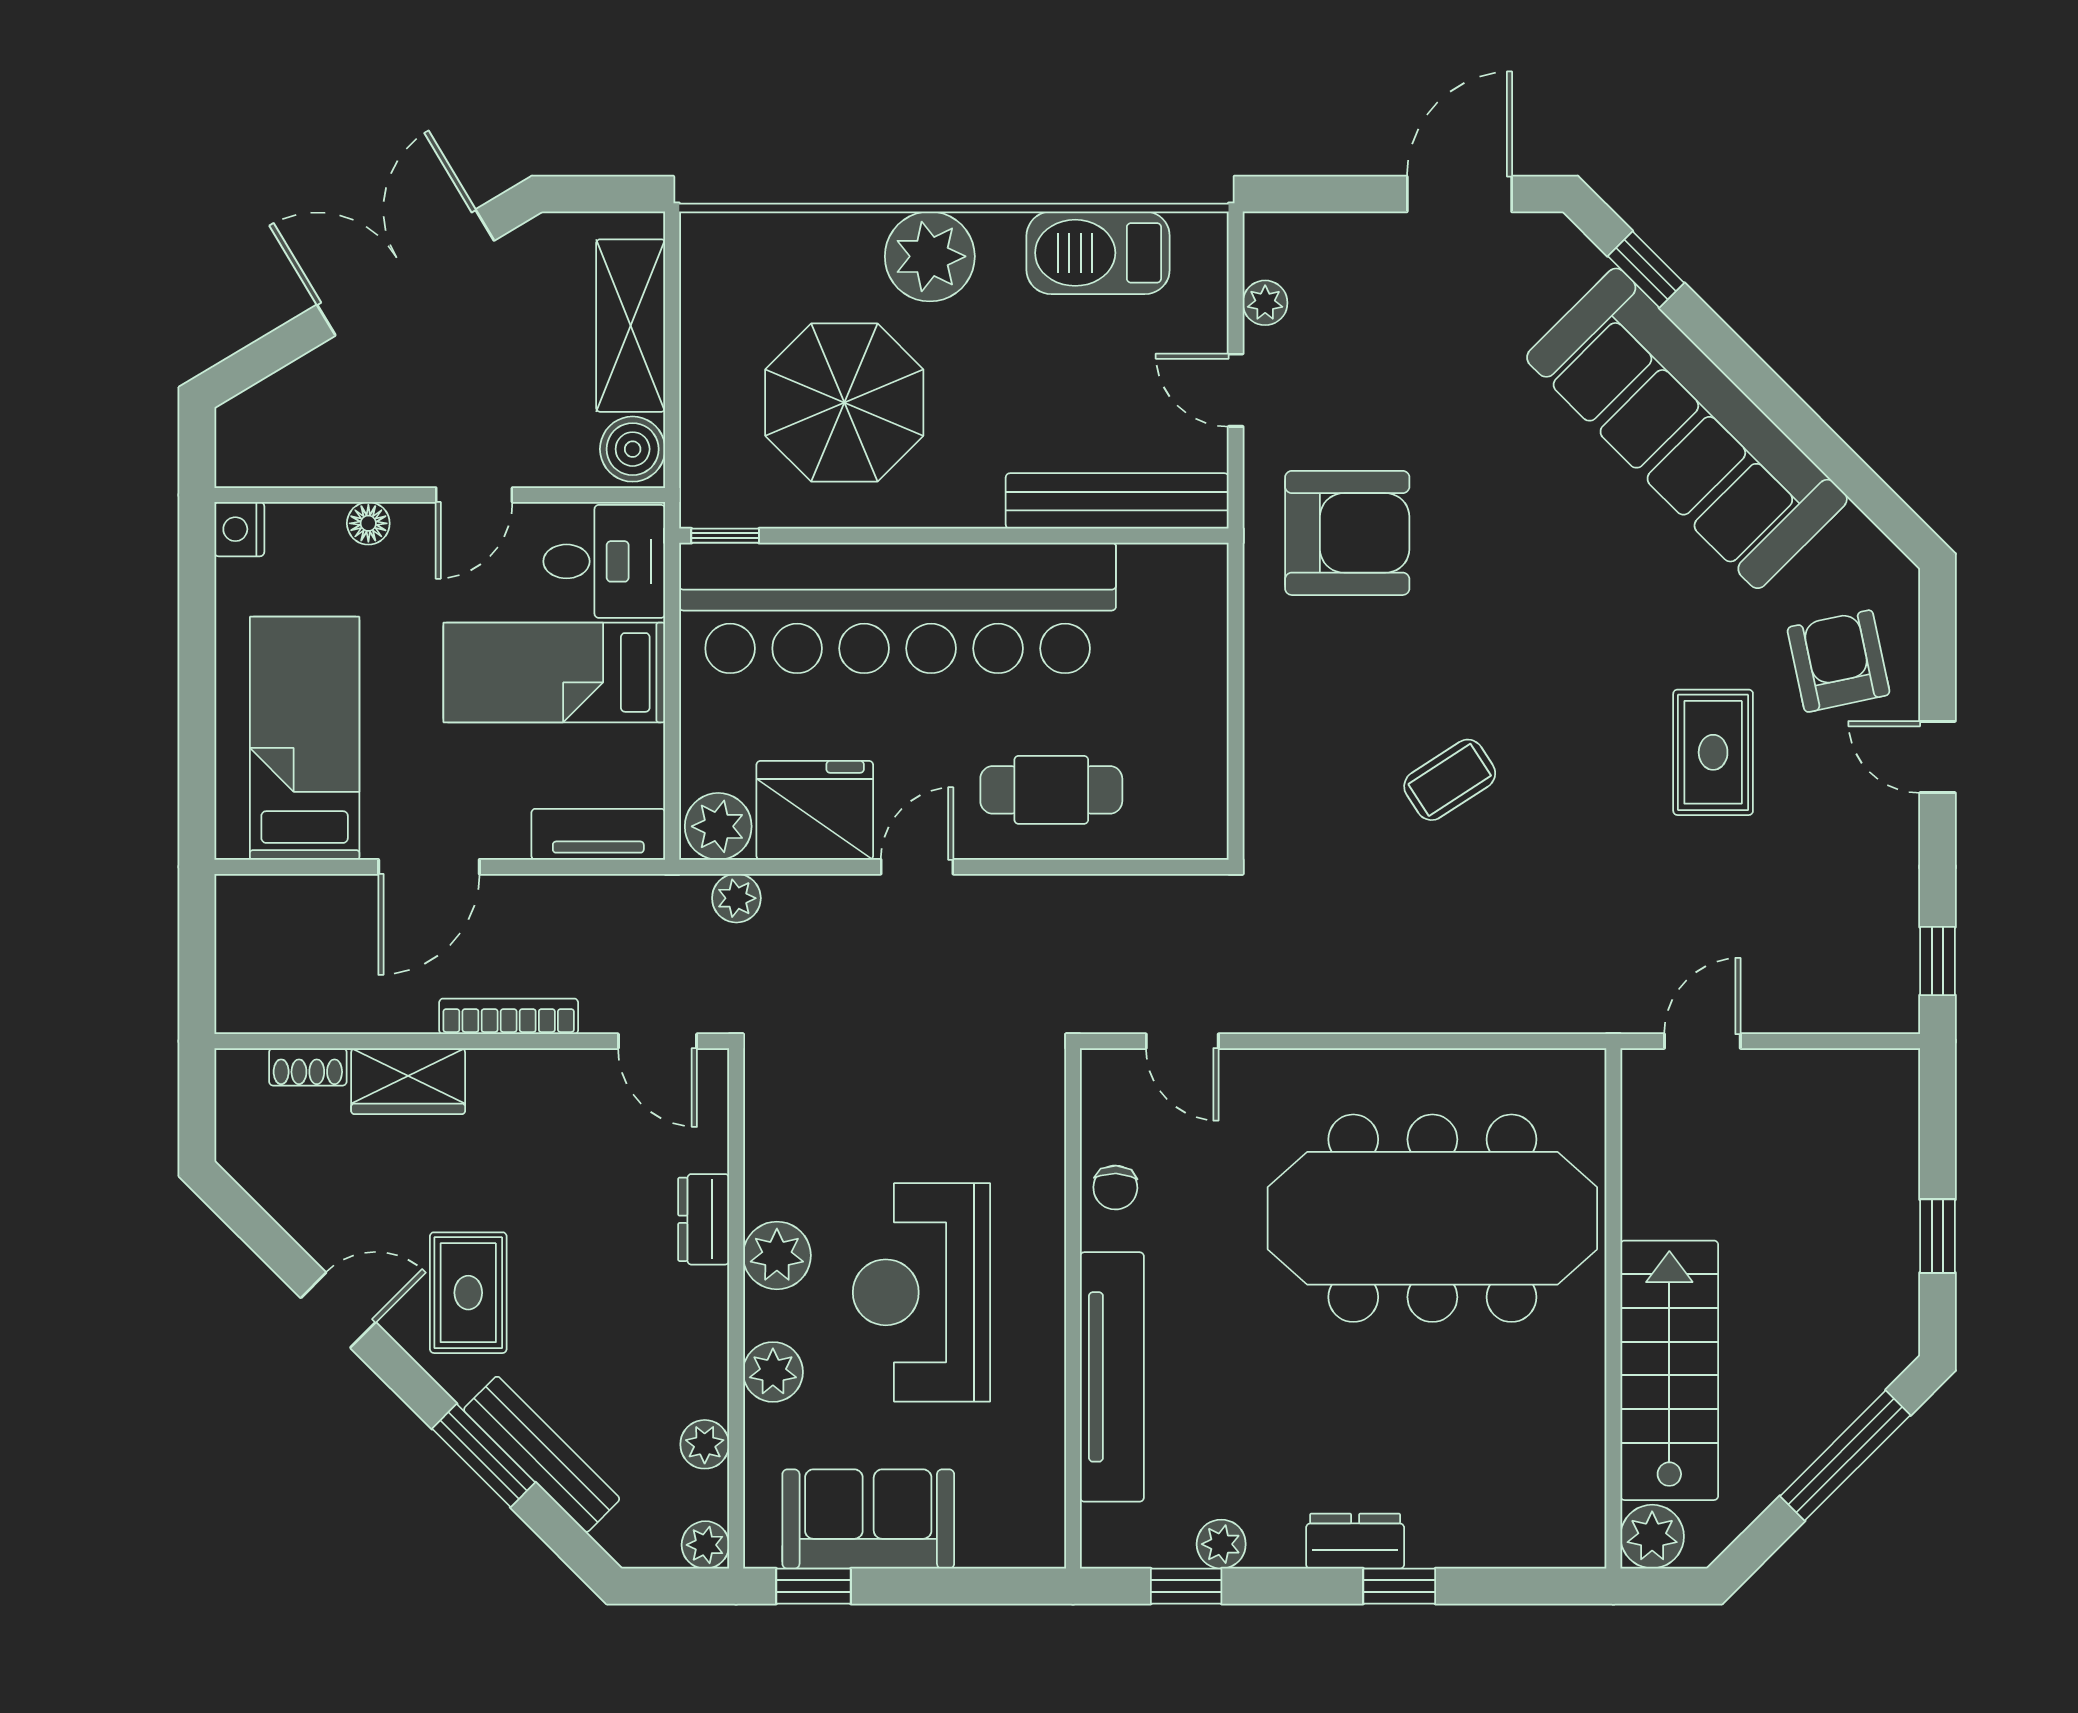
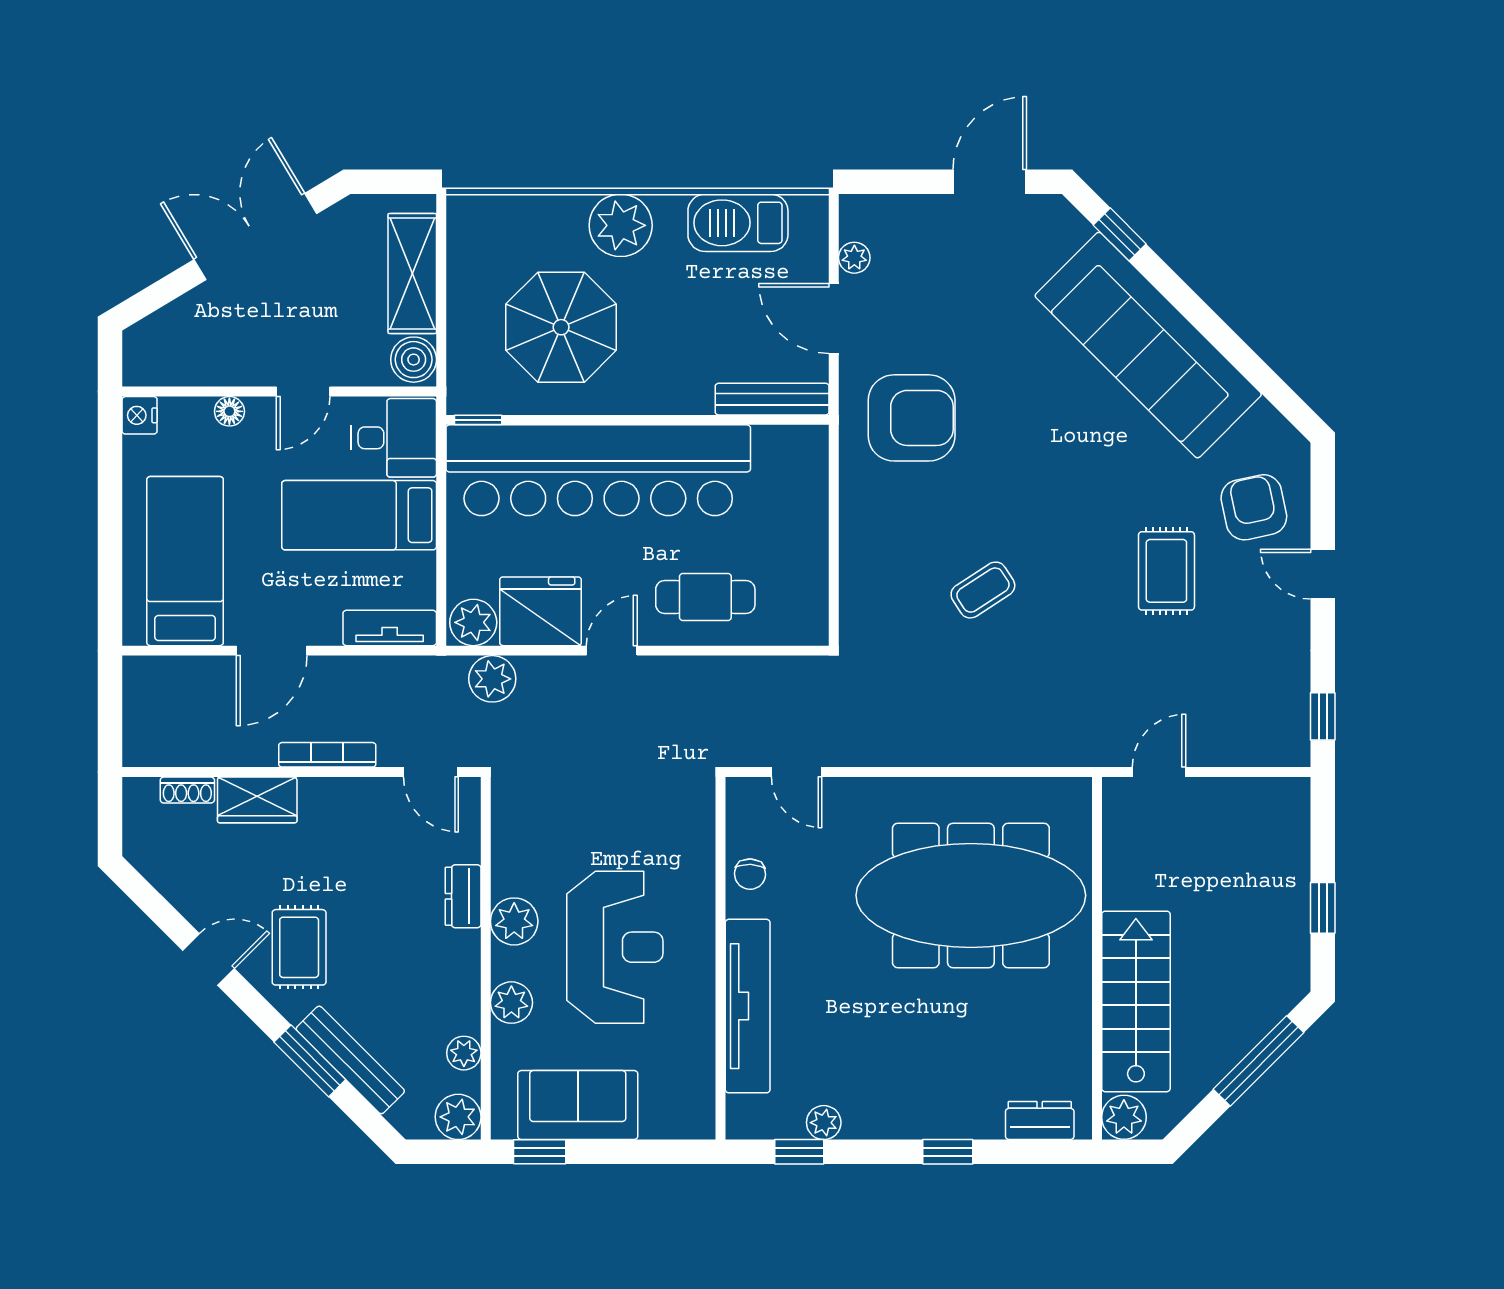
door: (1236, 390) -> (834, 318), width x1.38
bench: (1117, 501) -> (772, 399), width x0.73, depth x0.82
plant: (736, 898) -> (492, 679), width x1.38, depth x1.38
reception desk: (921, 1292) -> (615, 947), turned 180
dresser: (1355, 1541) -> (1040, 1120), moved
plant: (705, 1545) -> (458, 1117), width x1.38, depth x1.38

